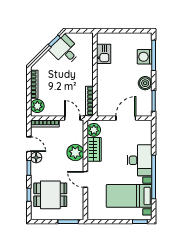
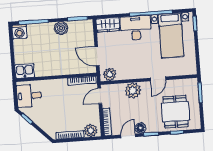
desk: (65, 50) -> (29, 96), moved, turned 45
kitchen sink: (104, 54) -> (25, 71), moved
washing machine: (145, 57) -> (19, 32), moved
door: (126, 118) -> (97, 56), moved
wardrobe: (94, 149) -> (108, 25), moved, turned 180

